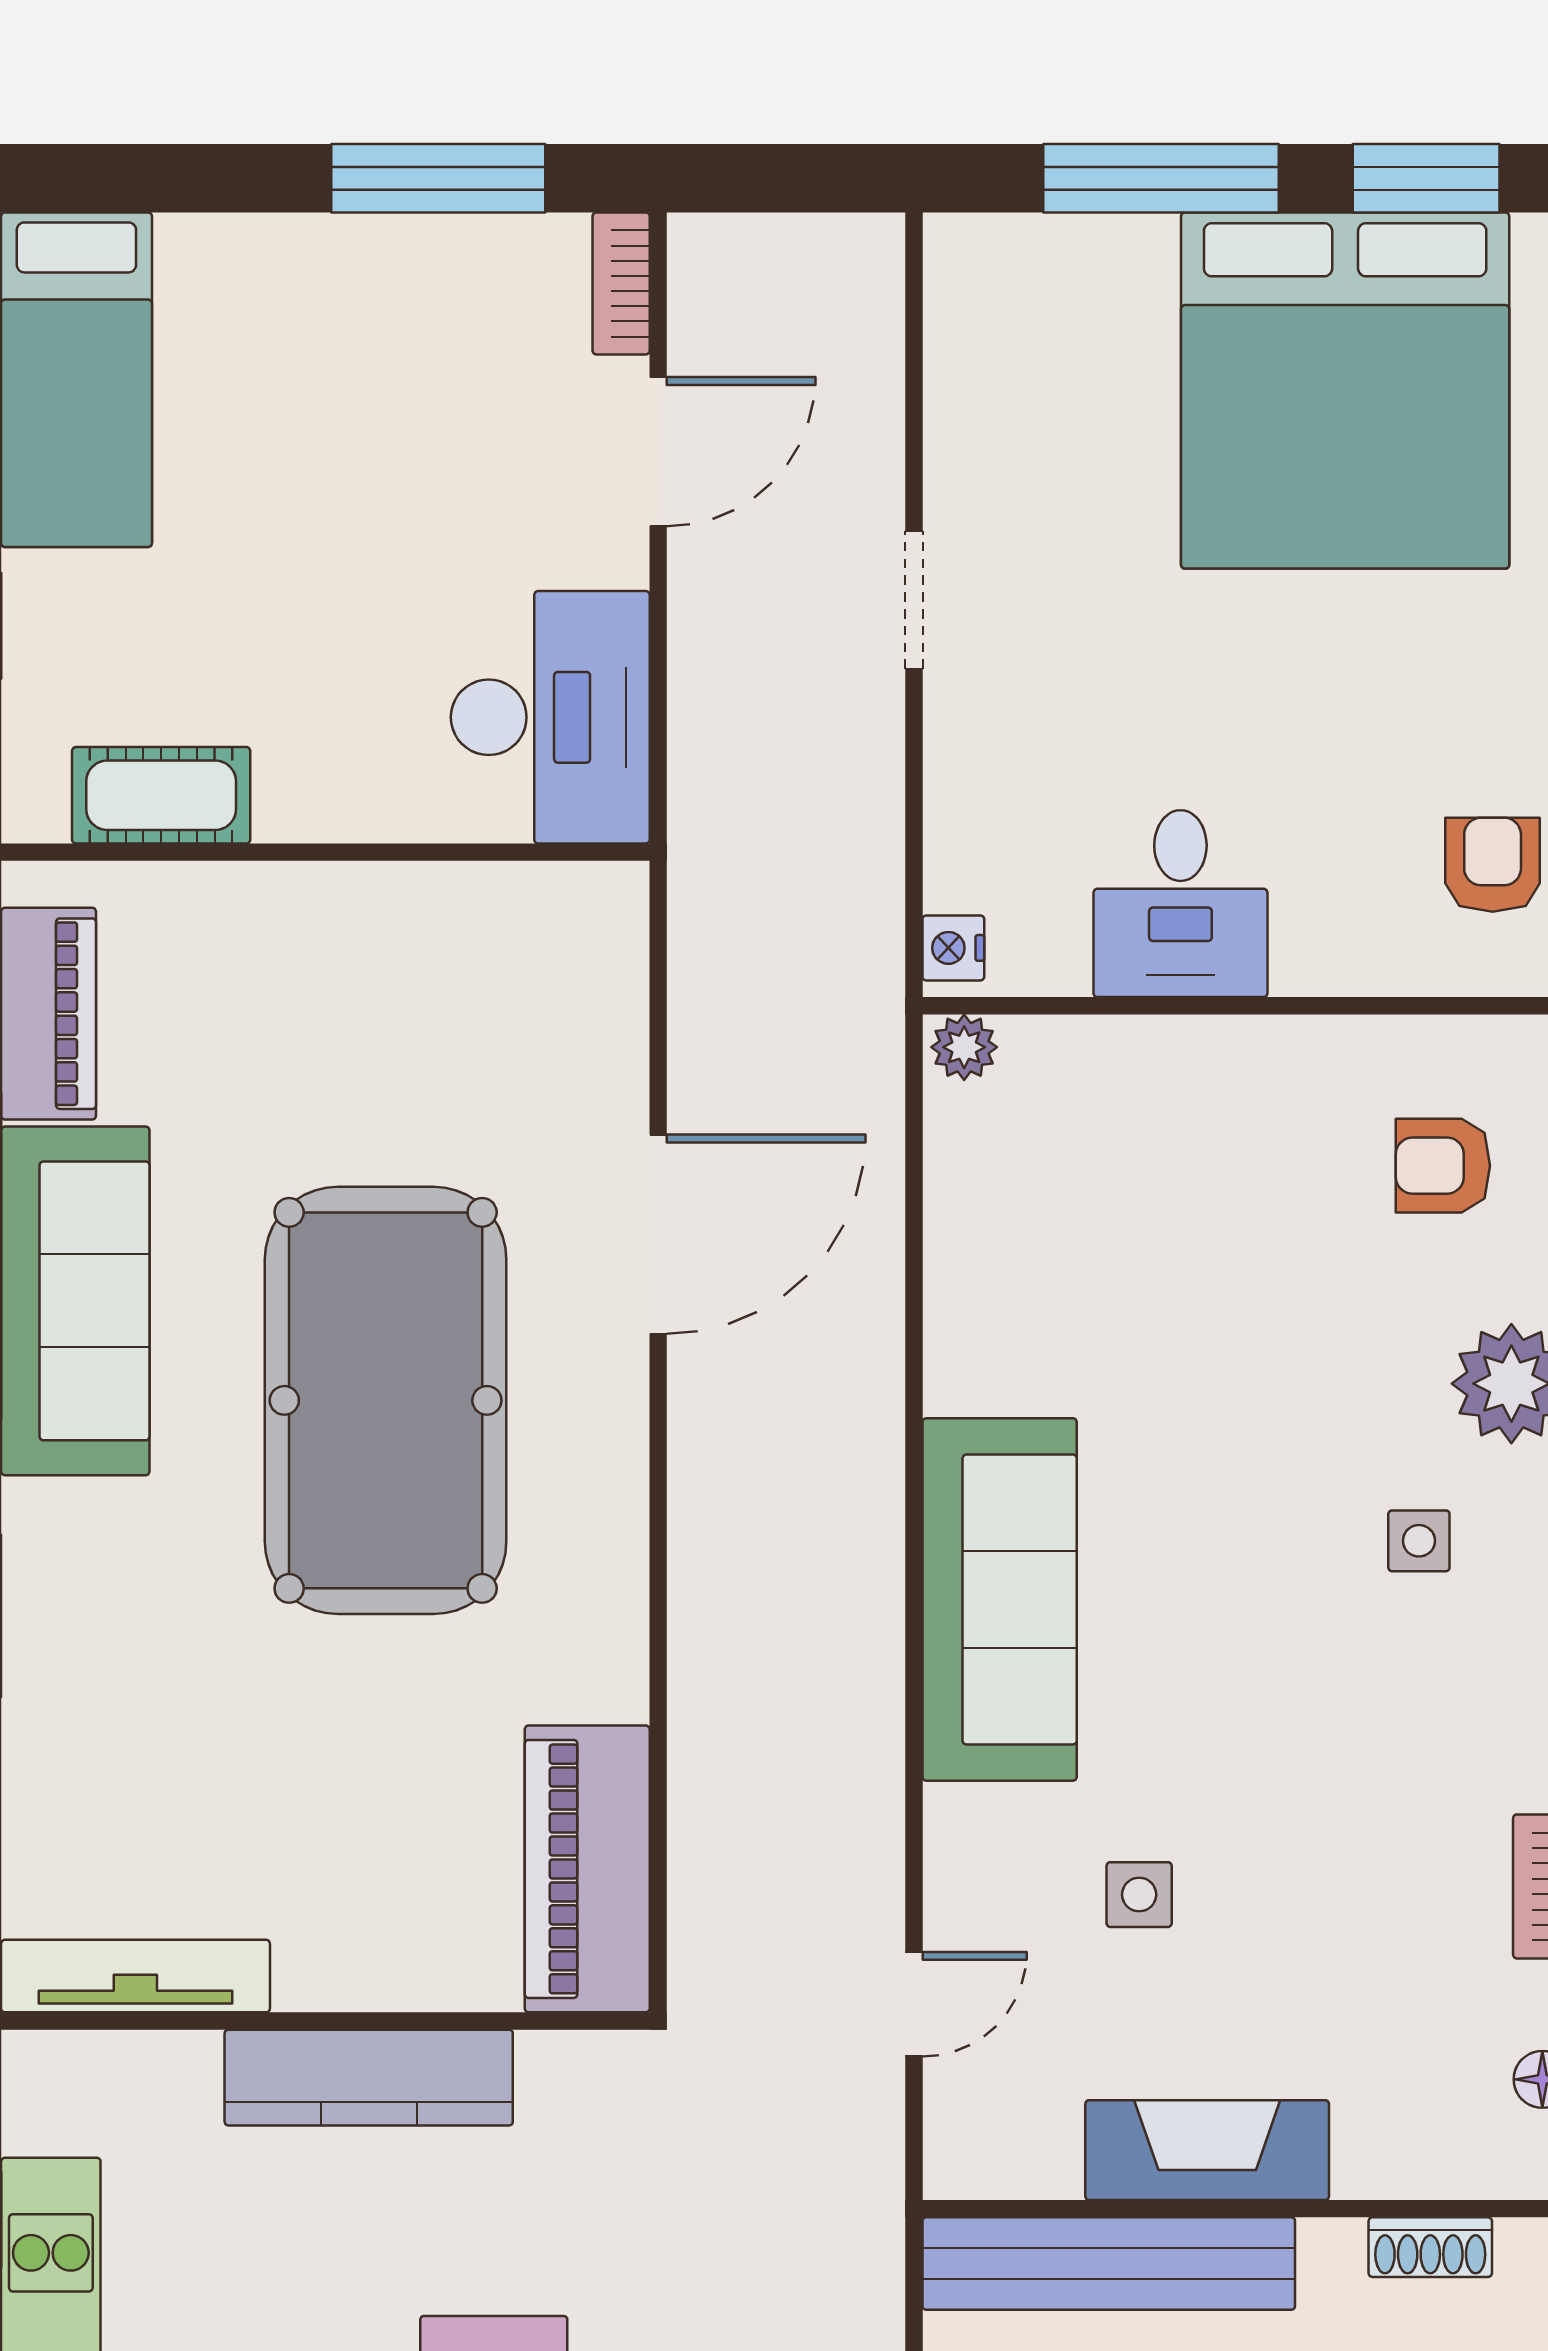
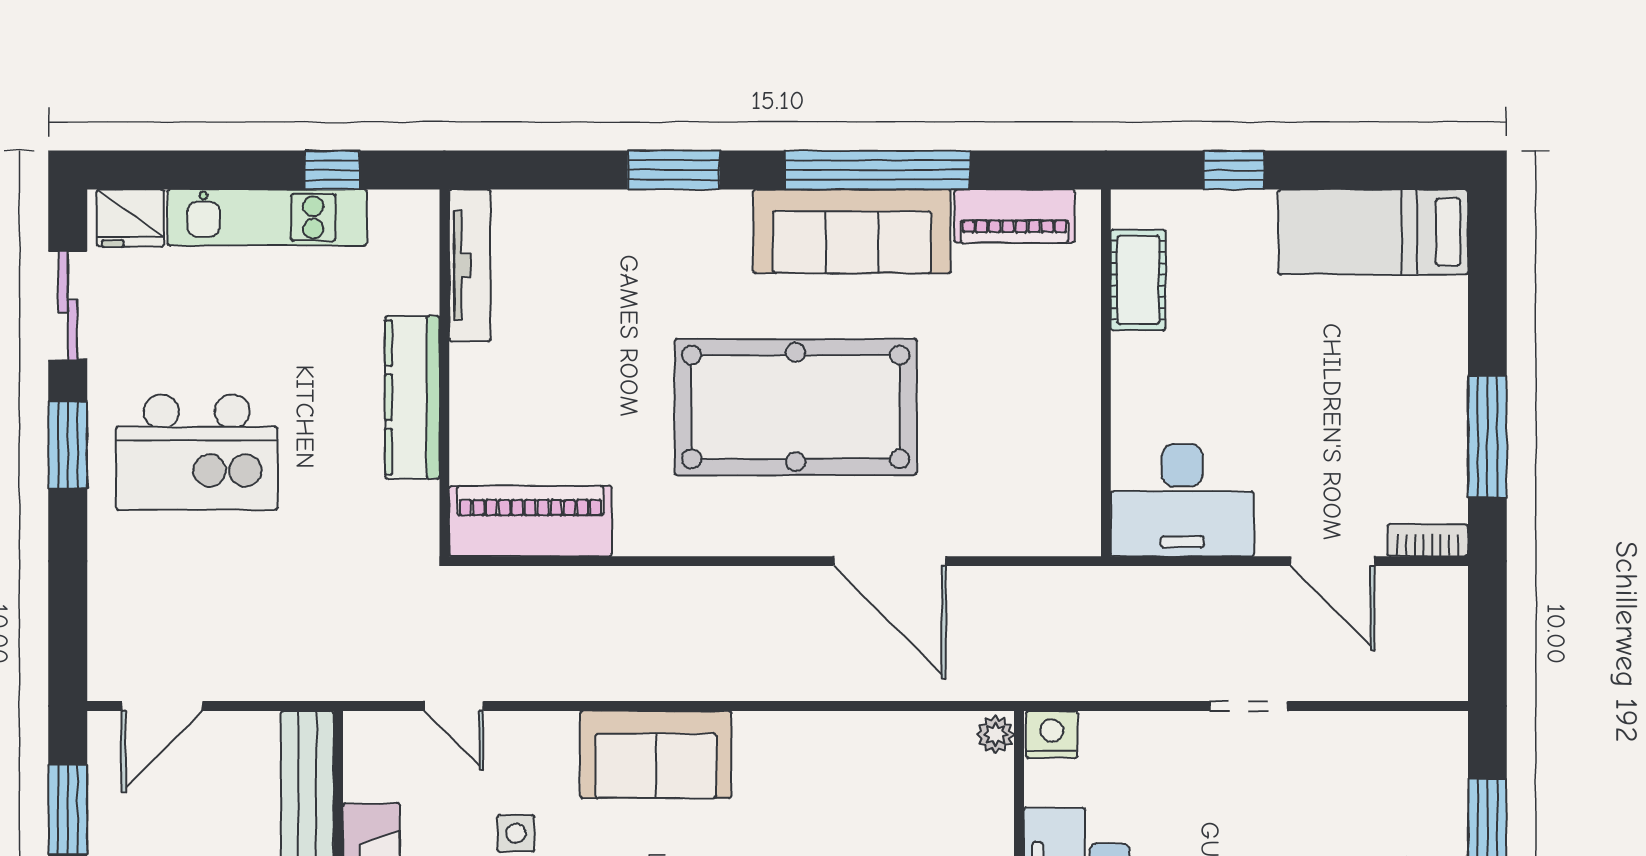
nightstand: (953, 948) -> (1052, 734), width x1.39, depth x1.35
sofa: (1000, 1599) -> (656, 754), width x0.73

